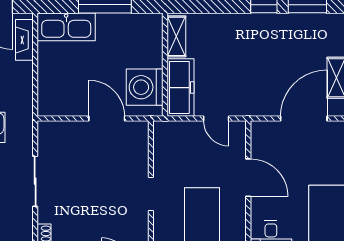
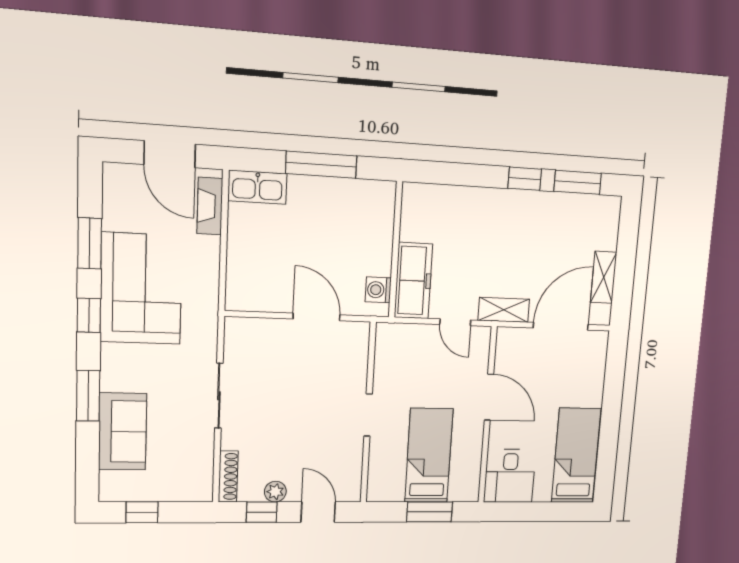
kitchen sink: (66, 27) -> (257, 187), width x0.73, depth x0.81
shelving: (176, 36) -> (504, 310), moved, turned 90
washing machine: (145, 87) -> (378, 290), width x0.53, depth x0.53

